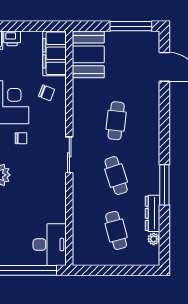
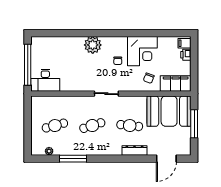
window: (131, 26) -> (194, 124), moved
booth: (88, 54) -> (169, 111), width x1.36, depth x1.42
window: (164, 185) -> (73, 159), moved
dresser: (153, 213) -> (134, 150), moved

